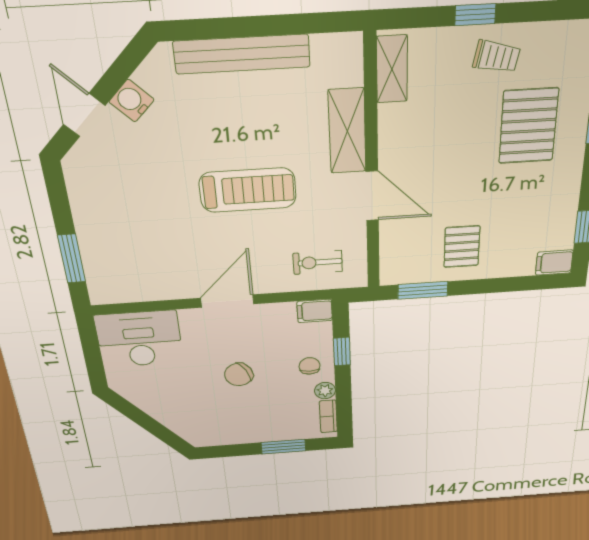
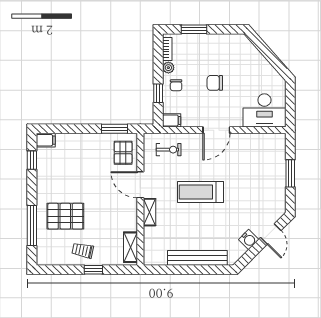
pallet: (528, 126) -> (65, 216), turned 90
shelving: (347, 131) -> (149, 212), width x0.67, depth x0.75
pallet: (462, 247) -> (123, 153), moved
window: (72, 259) -> (290, 173), moved
chair: (239, 375) -> (215, 83), turned -151

